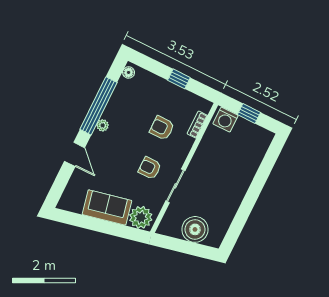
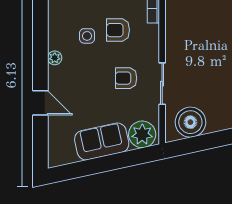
window: (98, 106) -> (40, 40), removed
side table: (136, 121) -> (87, 36), added
boiler: (195, 229) -> (190, 122), moved

